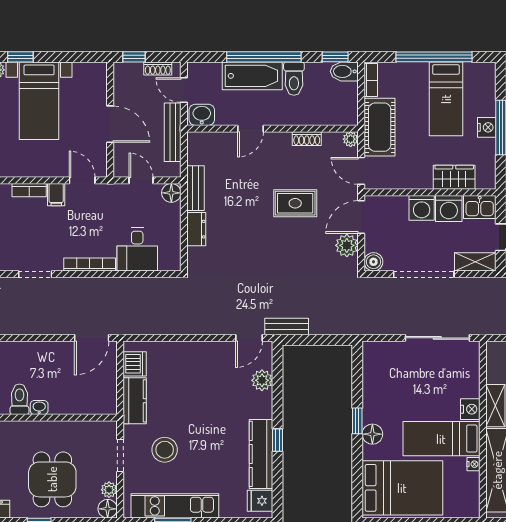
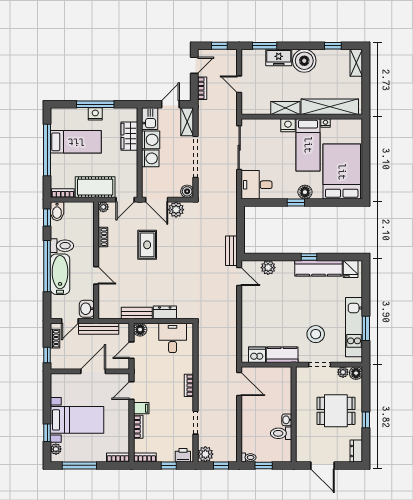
desk: (137, 249) -> (173, 338), moved, turned -90
bookcase: (90, 264) -> (189, 385), width x0.64
desk: (383, 363) -> (257, 185), added

